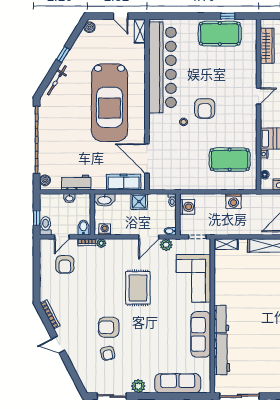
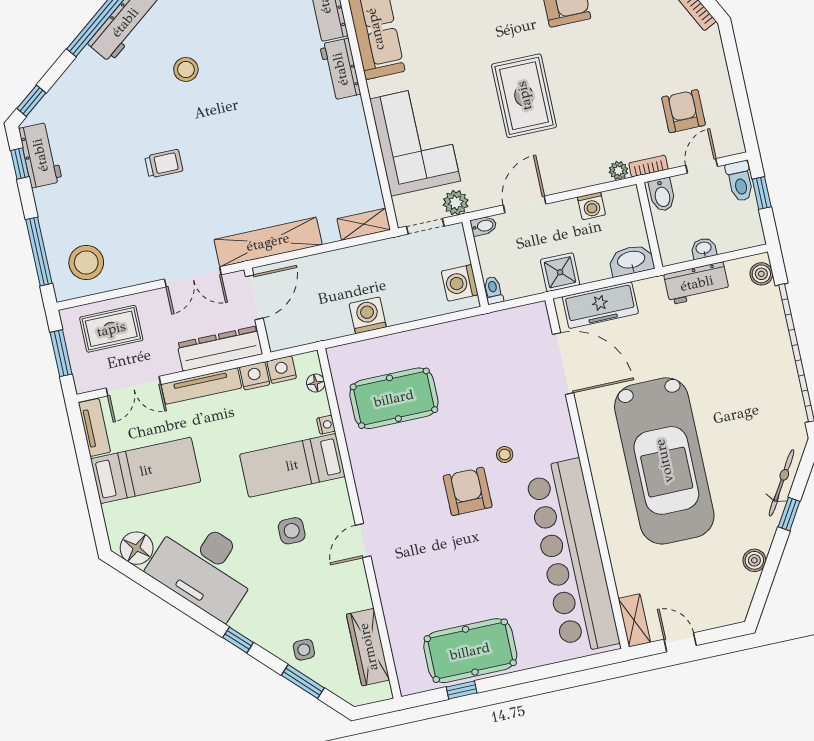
boiler: (90, 27) -> (754, 560), moved
window: (63, 54) -> (789, 514), moved
car: (110, 103) -> (664, 461), turned 180
washing machine: (105, 229) -> (591, 206), moved
plant: (166, 245) -> (456, 203), moved

